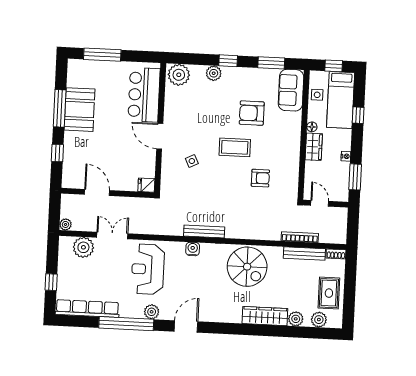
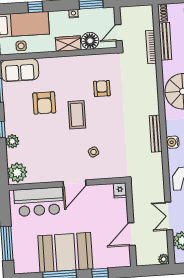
booth: (80, 110) -> (65, 252), width x1.36, depth x1.42
floor lamp: (312, 127) -> (90, 41), moved, width x1.89, depth x1.89

